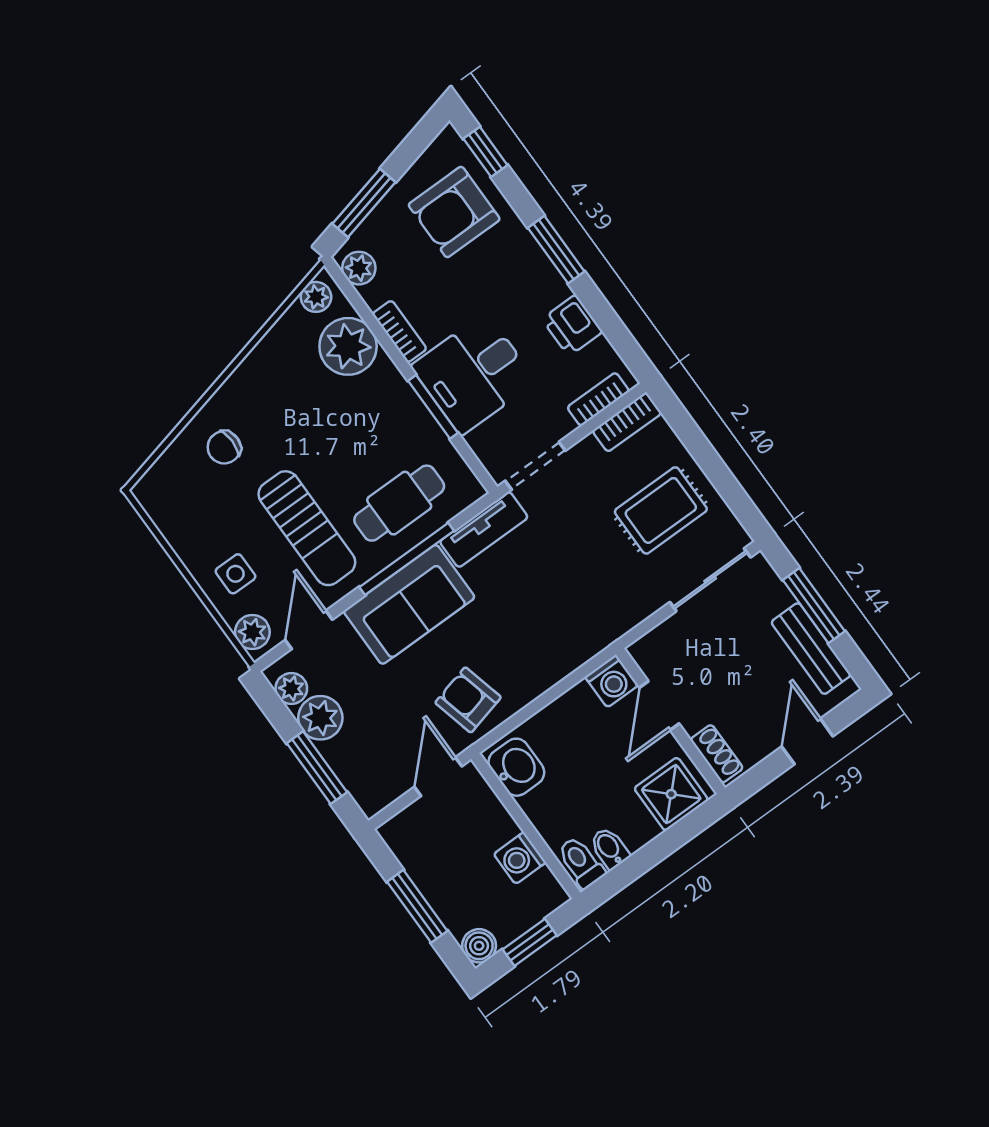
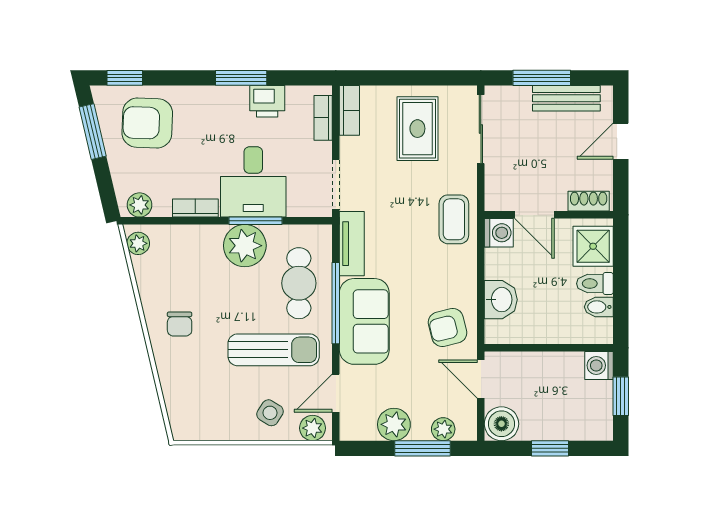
window: (364, 203) -> (93, 132), moved
armchair: (454, 212) -> (147, 123), turned 92
window: (556, 250) -> (241, 78), moved
plant: (348, 346) -> (245, 246), moved
chair: (224, 447) -> (180, 324), moved
side table: (235, 574) -> (270, 413), turned 32
coffee table: (591, 622) -> (454, 219), added
door: (309, 630) -> (336, 393), hinge flipped
plant: (291, 688) -> (443, 429), moved
door: (807, 741) -> (621, 141), hinge flipped
washbasin: (516, 767) -> (501, 300), moved, turned 90
washing machine: (520, 858) -> (599, 365), moved, turned 90
toilet: (581, 862) -> (595, 284), moved
window: (417, 906) -> (550, 448), width x0.67
boiler: (479, 946) -> (501, 424), moved, width x1.36, depth x1.36

